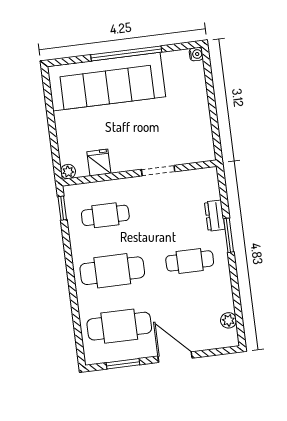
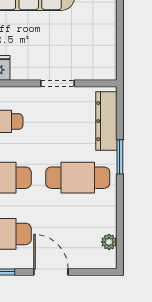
dresser: (215, 216) -> (106, 121), width x1.96, depth x1.24
cafe table: (190, 261) -> (78, 178), width x1.37, depth x1.35

